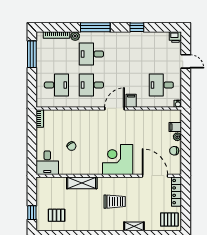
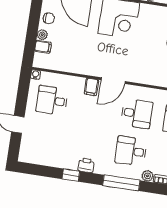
printer: (175, 37) -> (86, 165), moved
desk: (91, 54) -> (131, 151), turned 180
desk: (161, 85) -> (52, 100), turned 180

